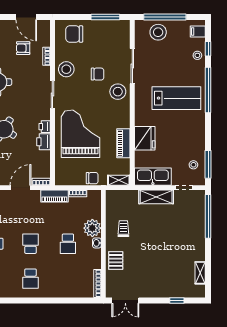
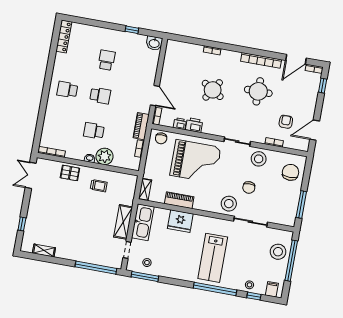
printer: (45, 127) -> (180, 124), moved
chair: (92, 178) -> (161, 138), moved

